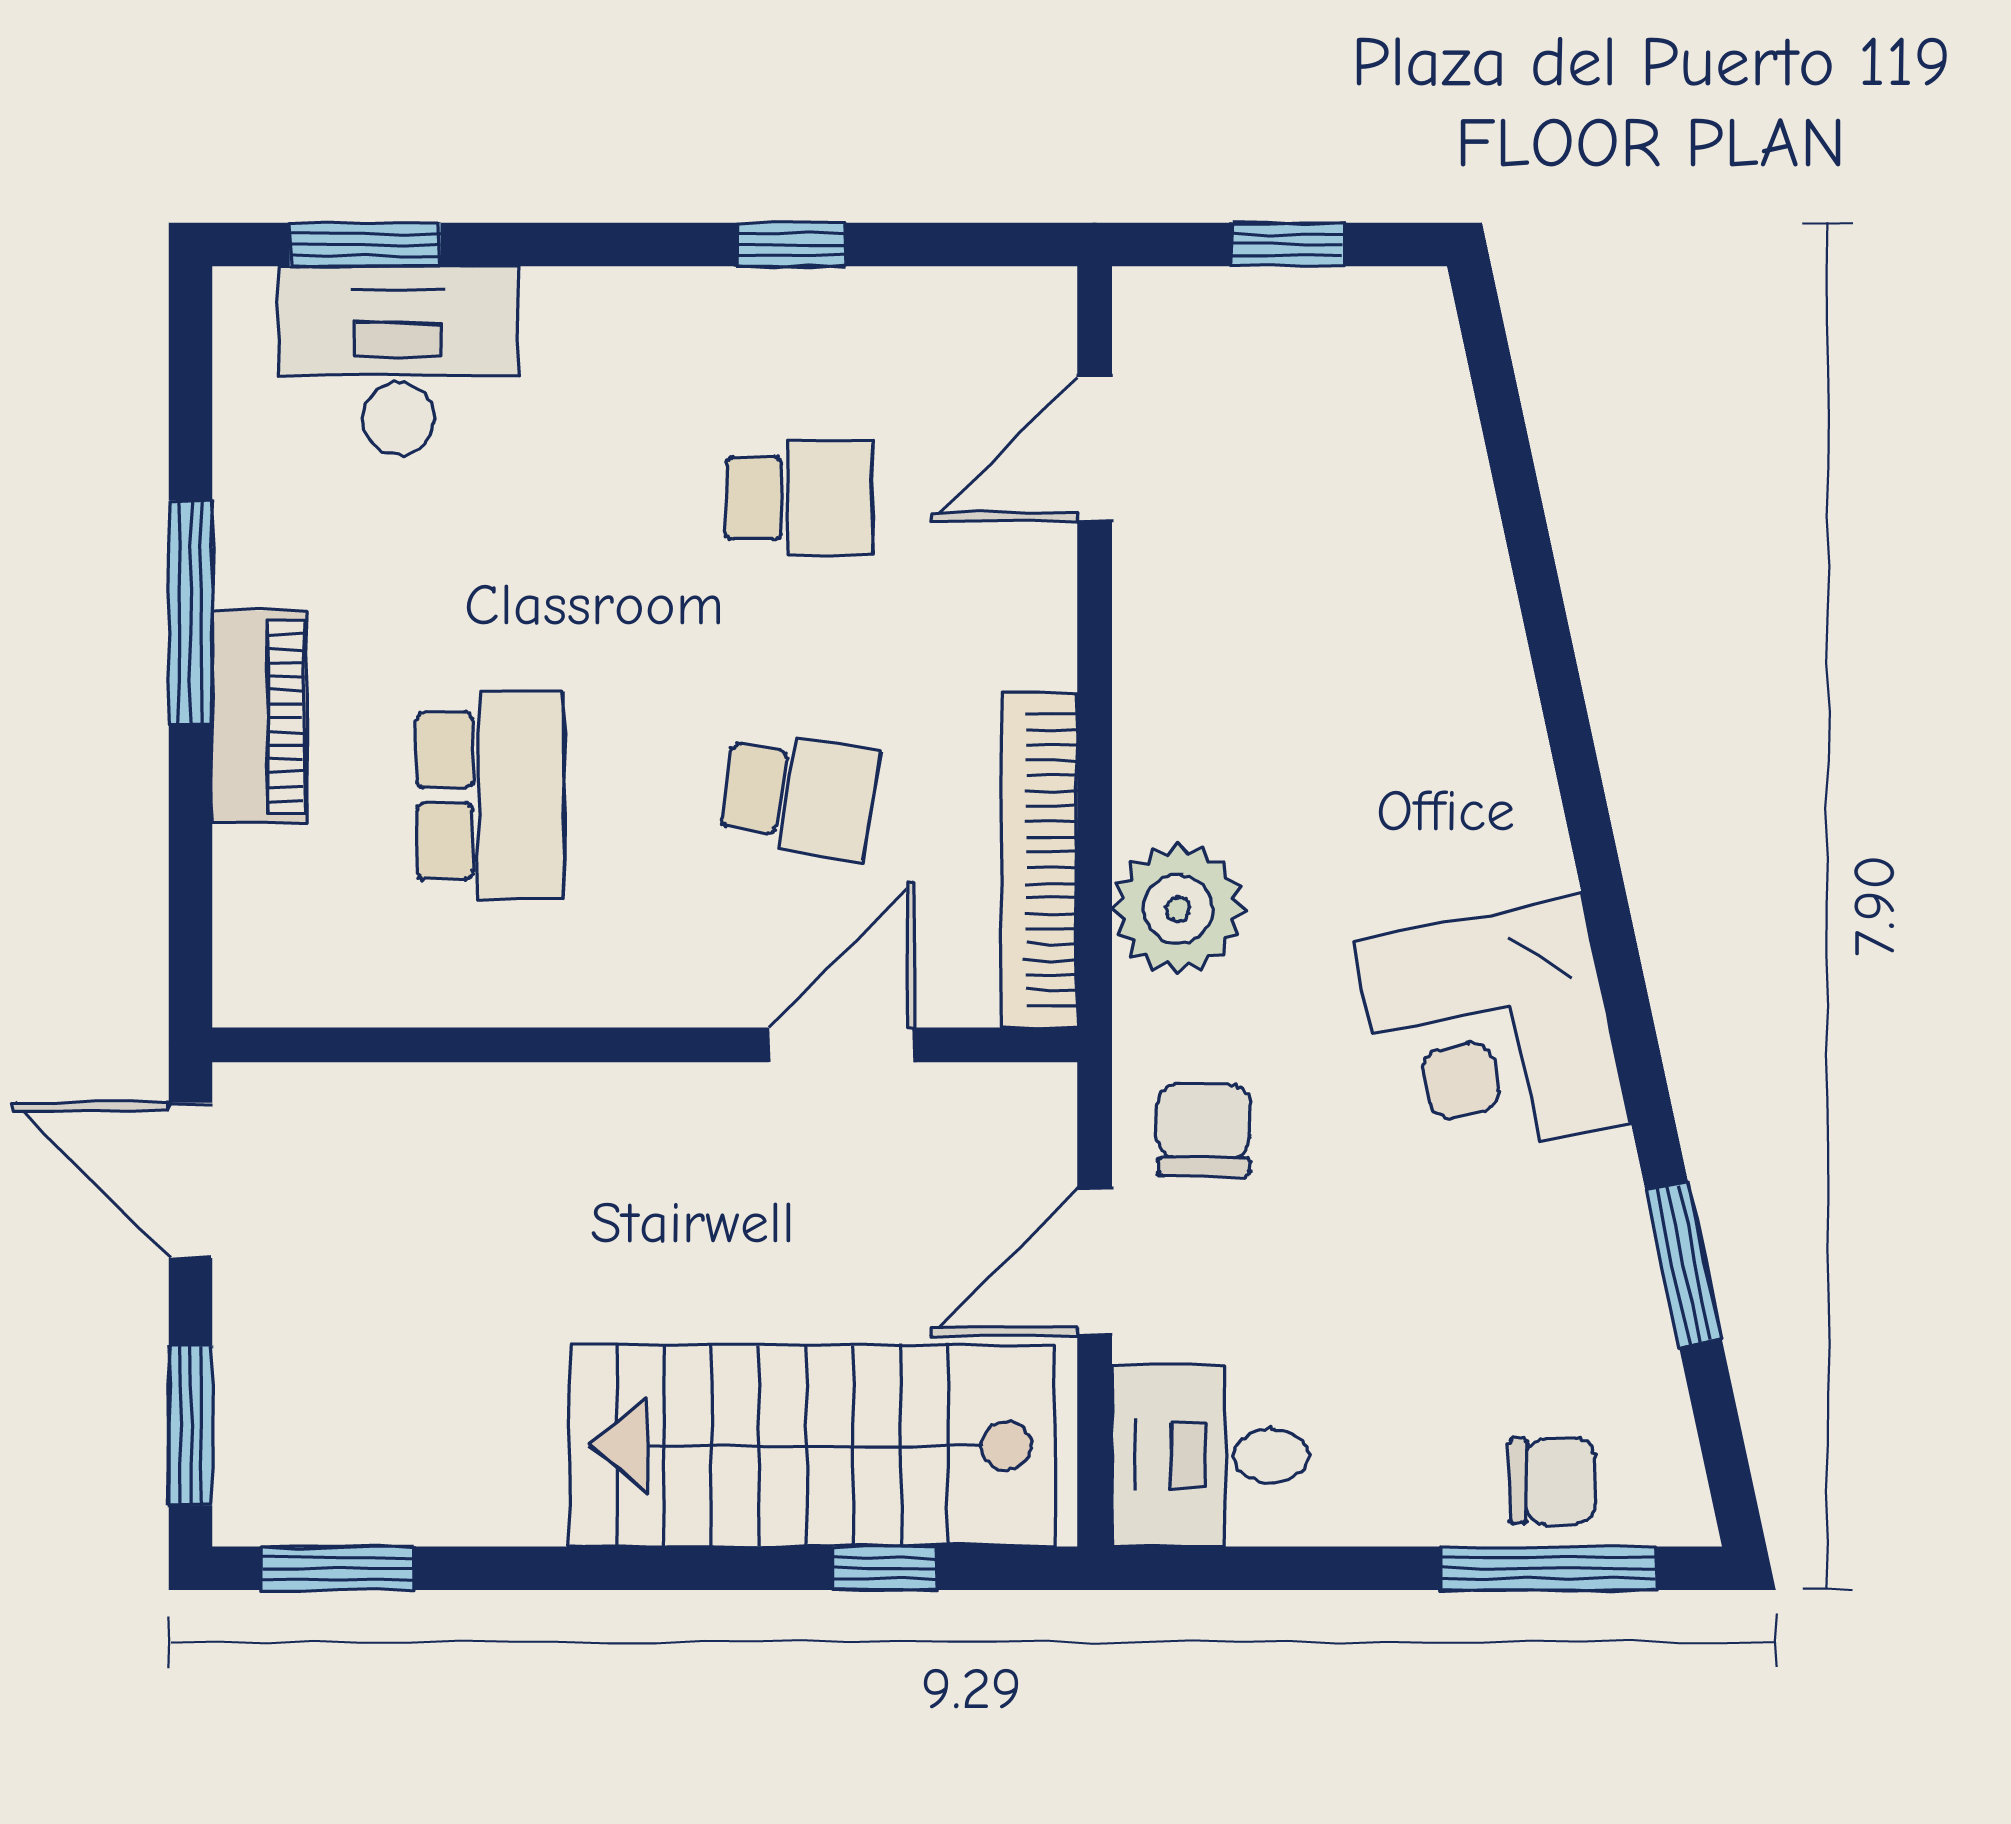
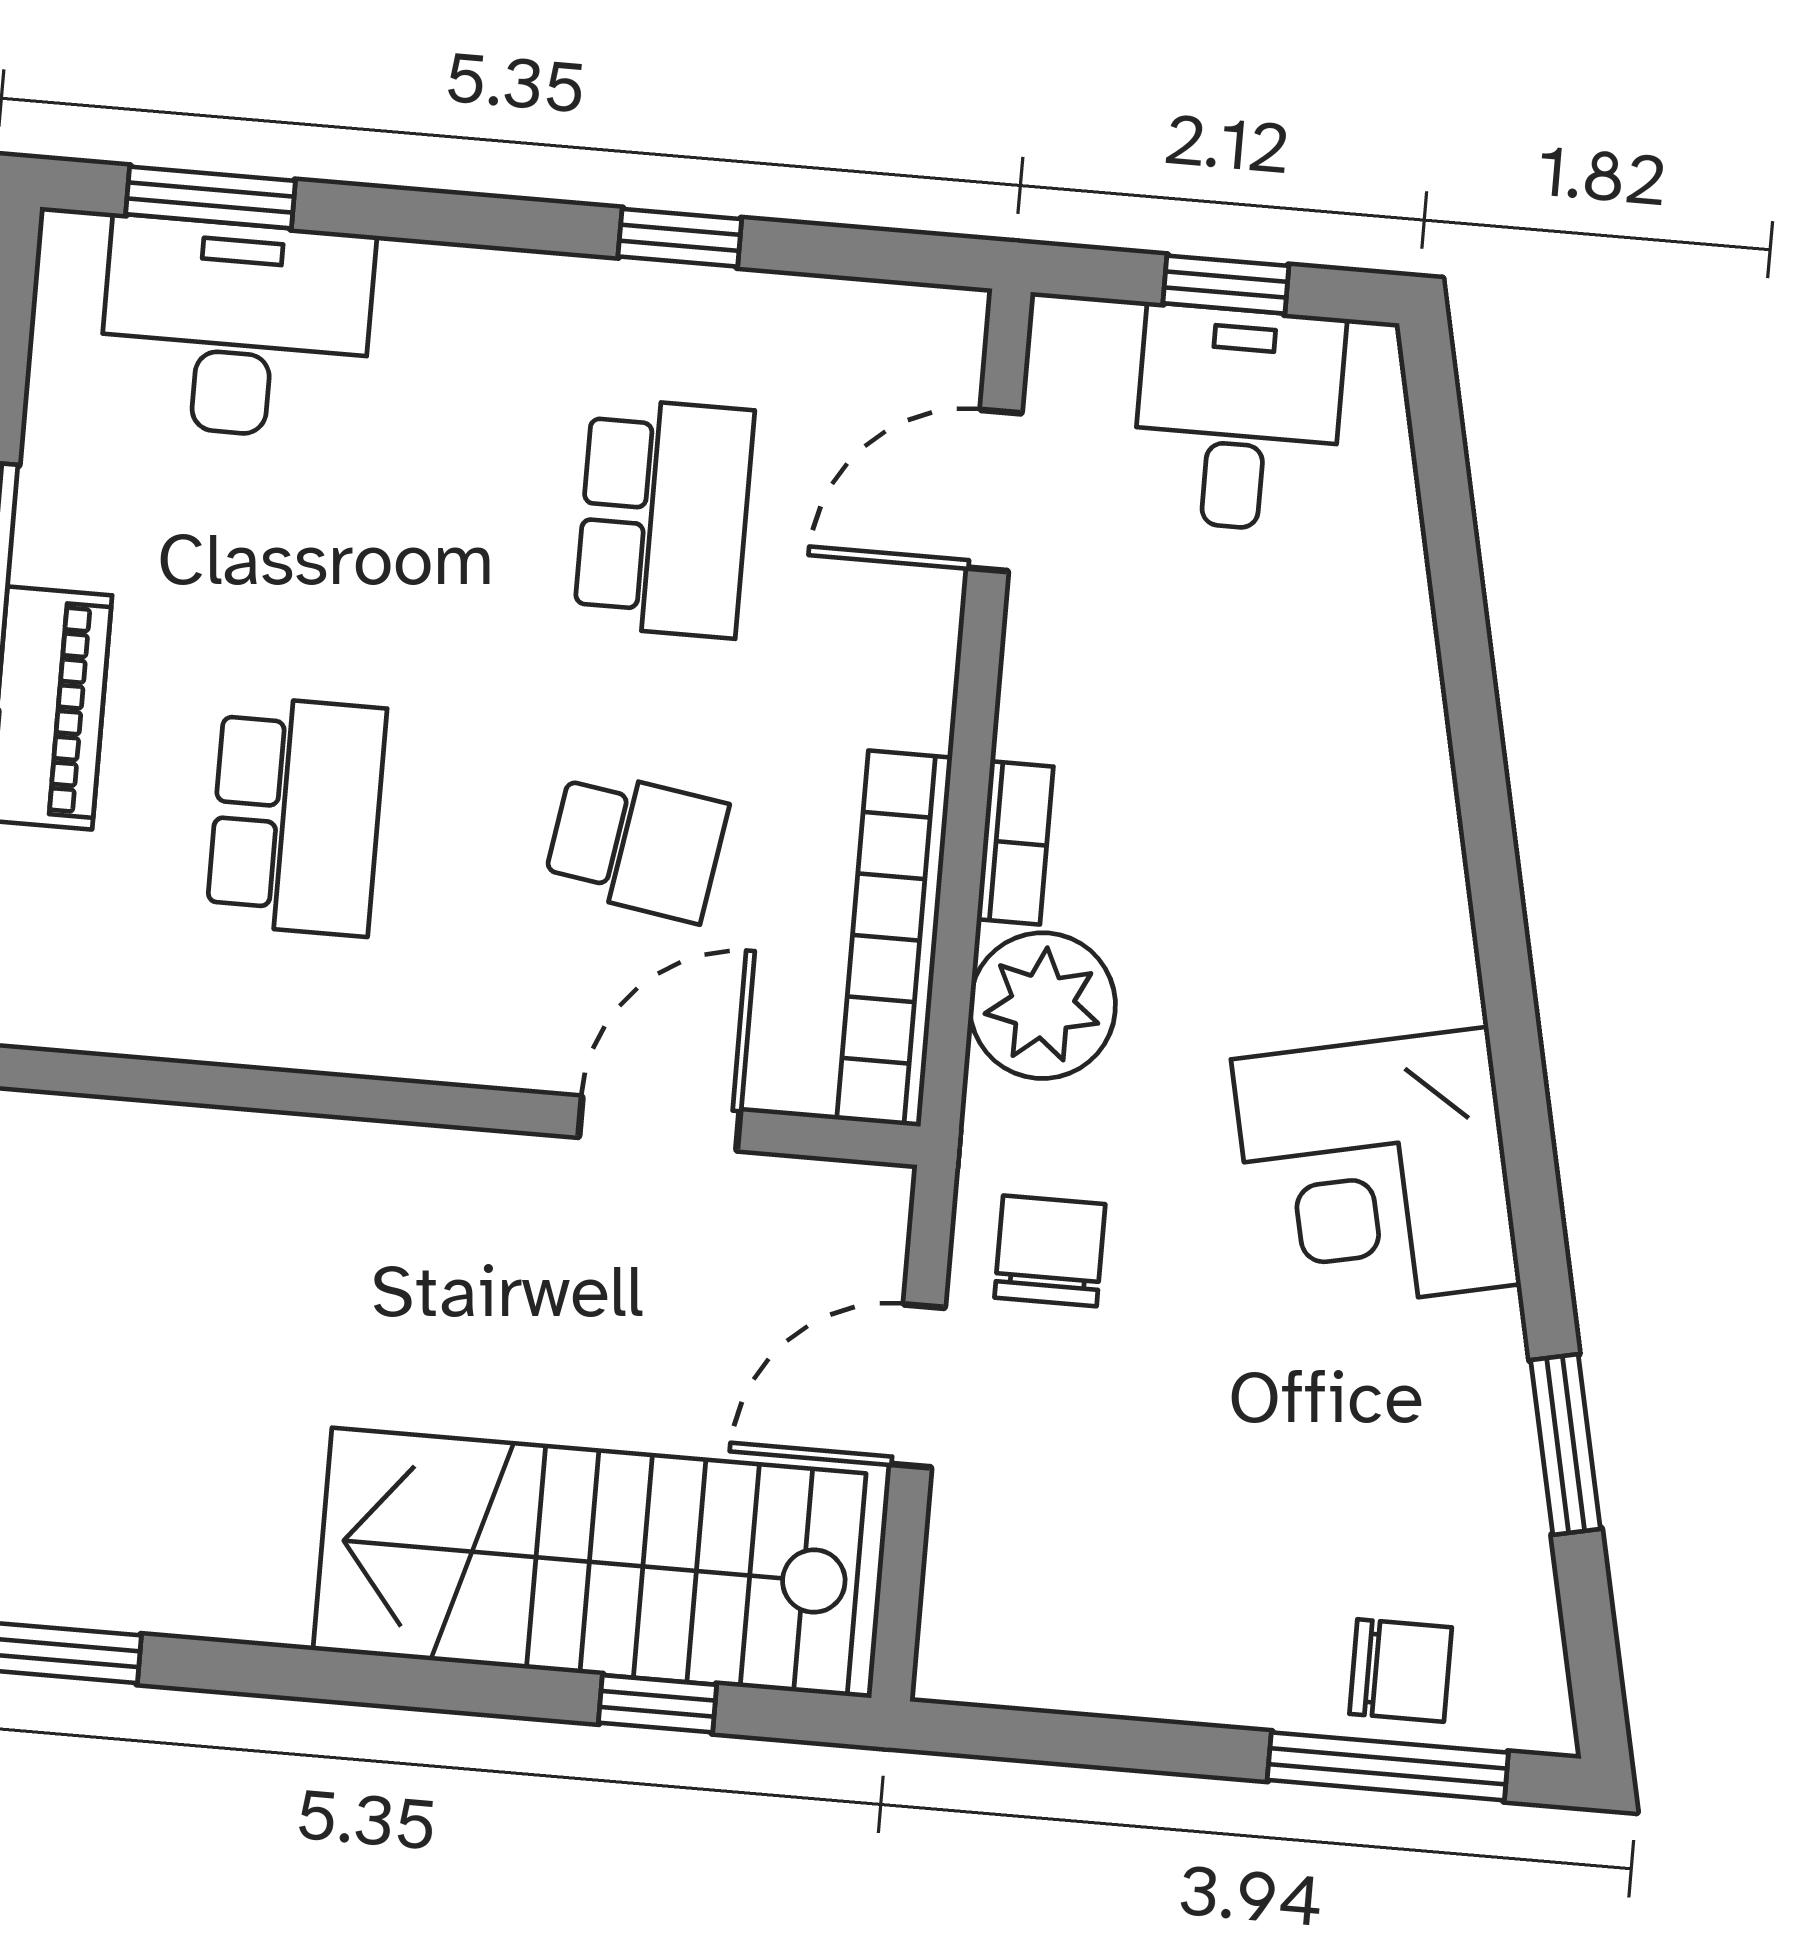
school desk: (799, 498) -> (664, 518), width x1.85
bookcase: (1141, 764) -> (1015, 843), added
desk: (1210, 1456) -> (1238, 418), moved, turned 90

